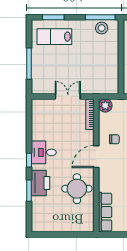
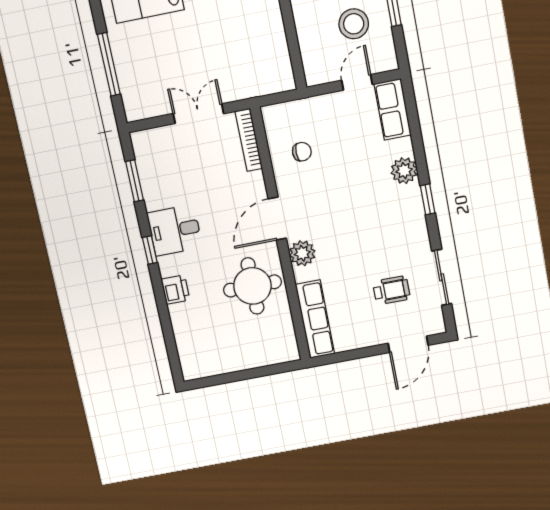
plant: (105, 105) -> (302, 253), moved
chair: (114, 139) -> (302, 152), moved
printer: (41, 183) -> (175, 290), width x0.53, depth x0.68
window: (29, 191) -> (135, 181), moved

